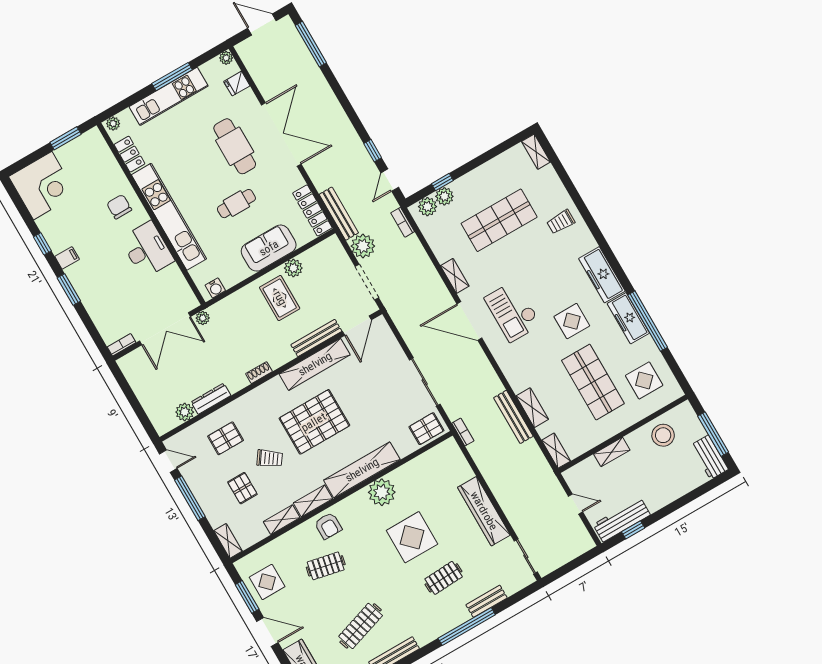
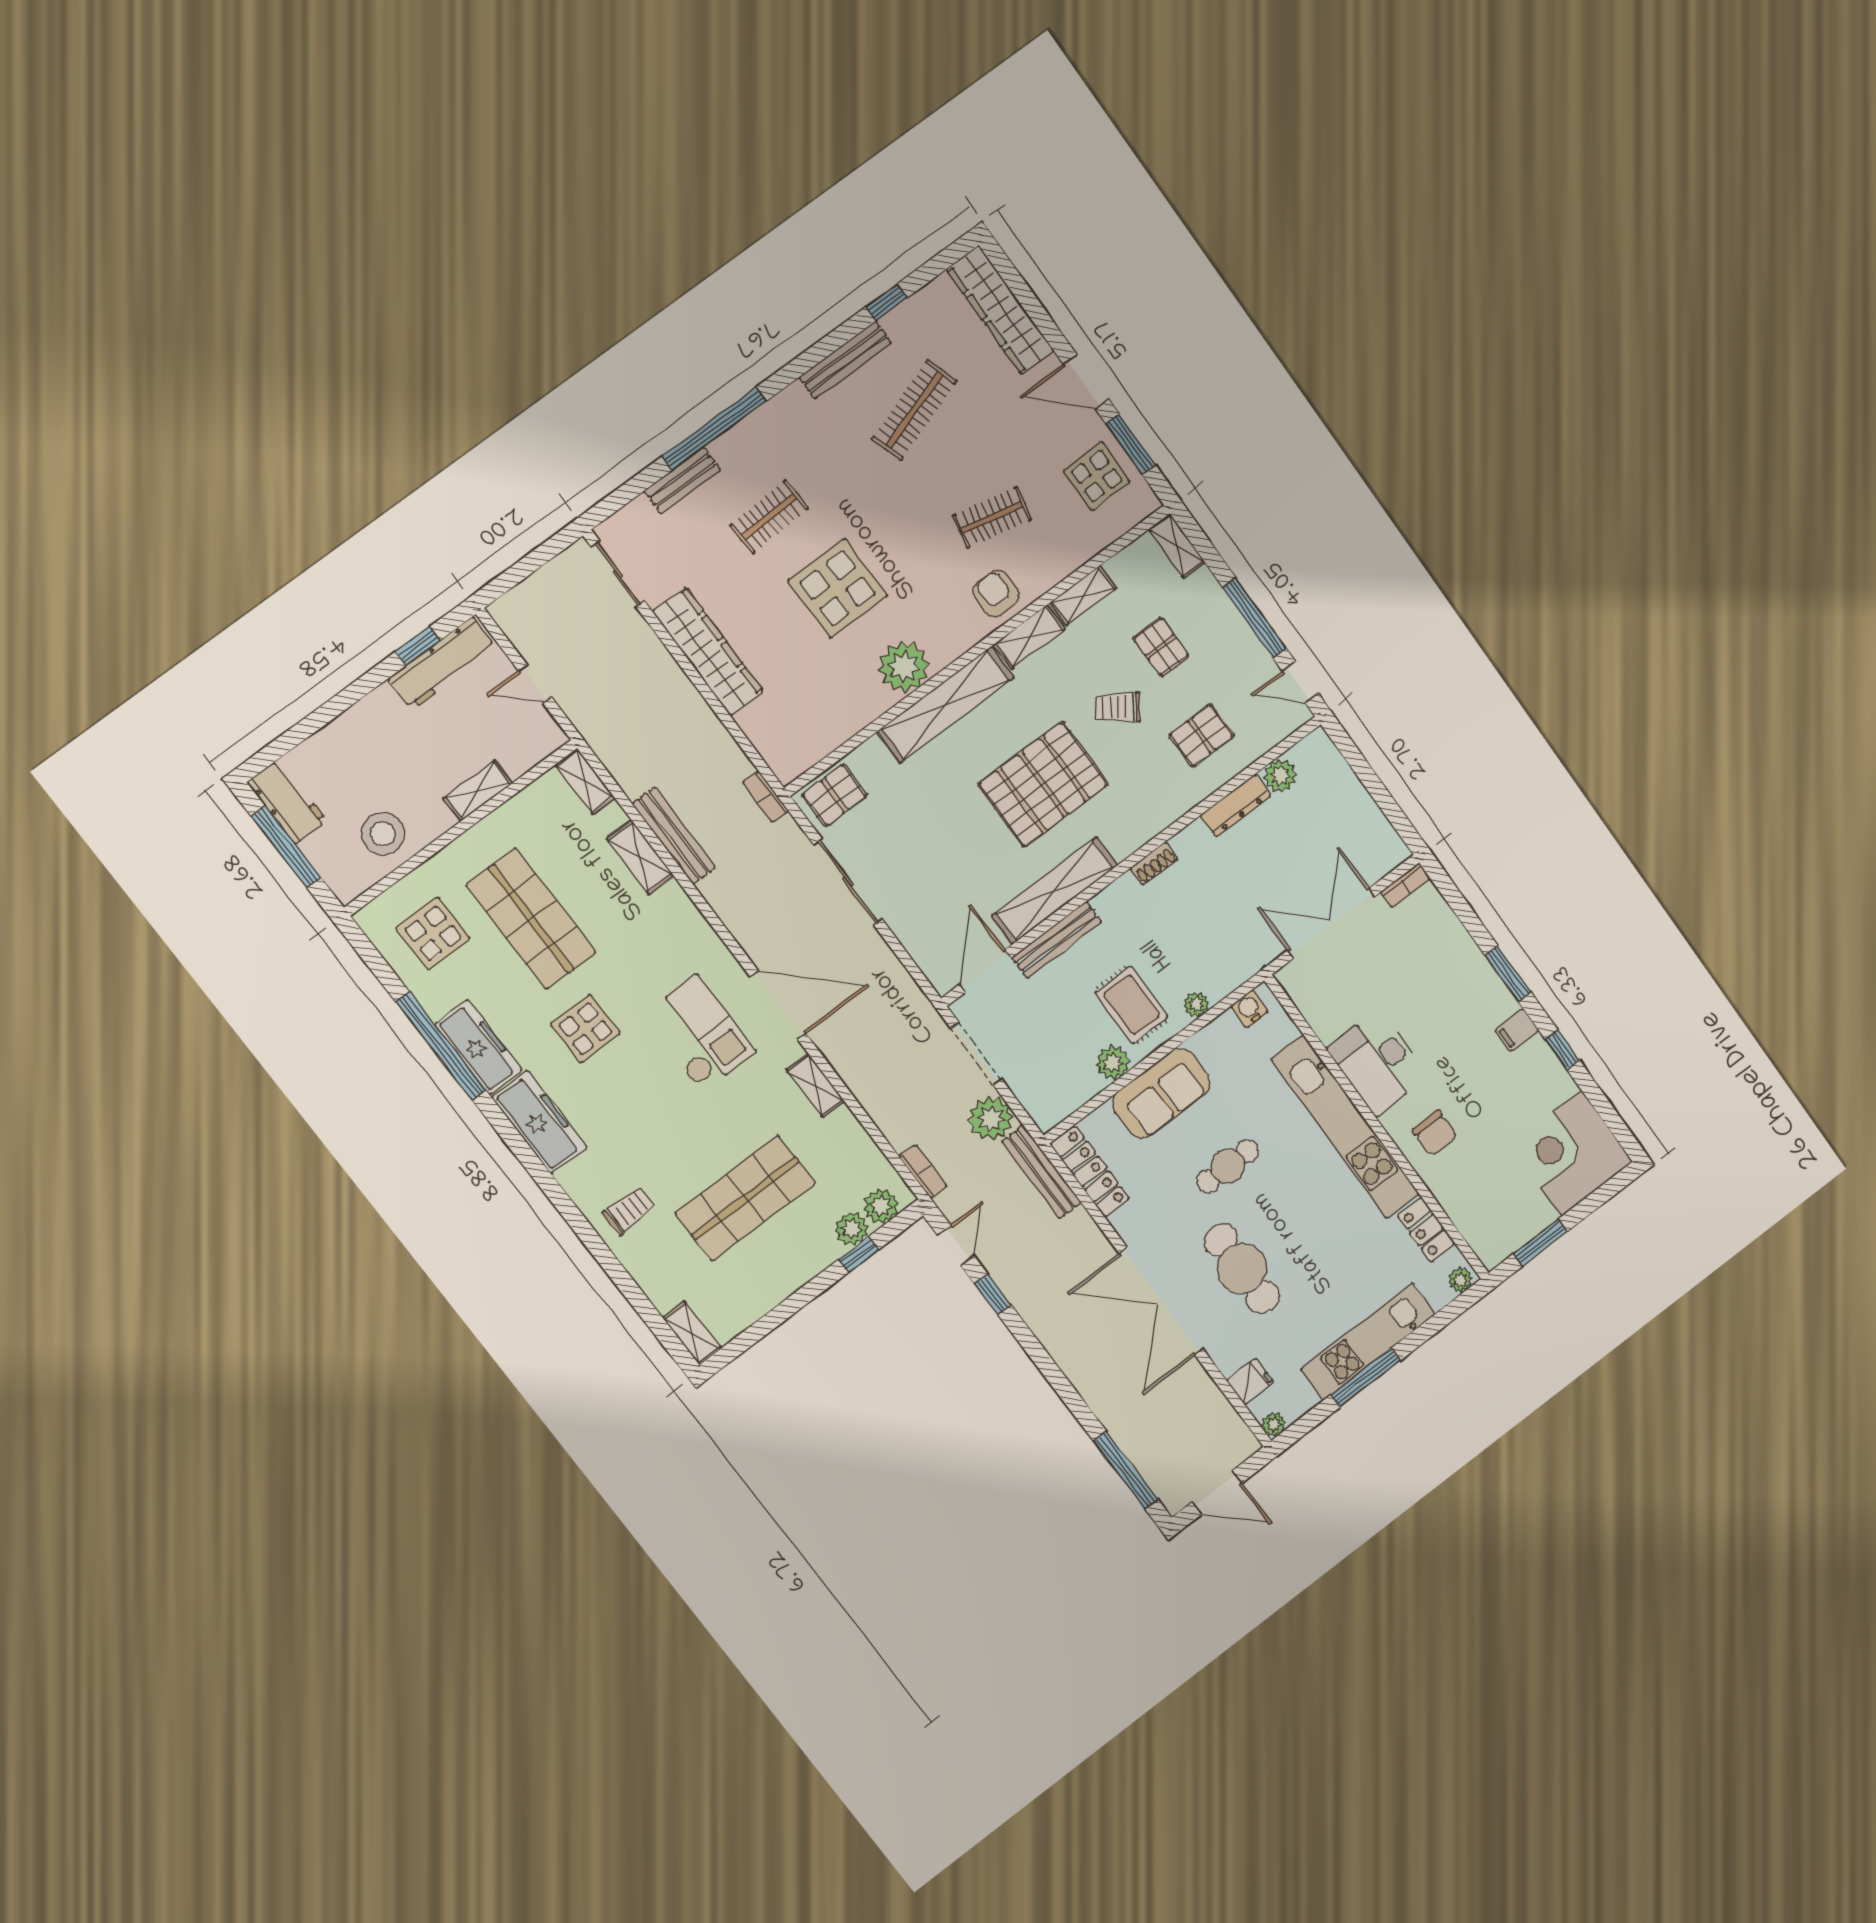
plant: (203, 318) -> (1196, 1004), moved

